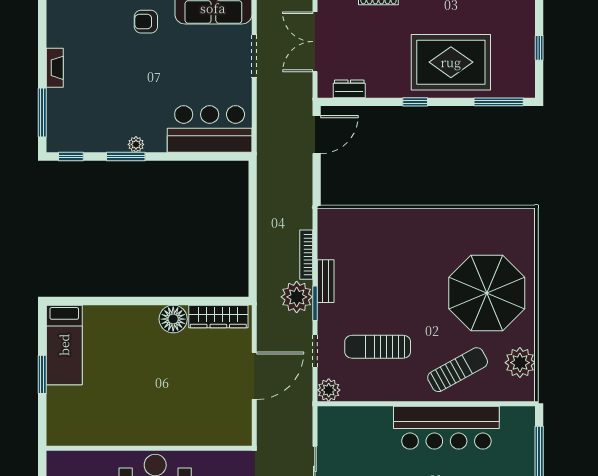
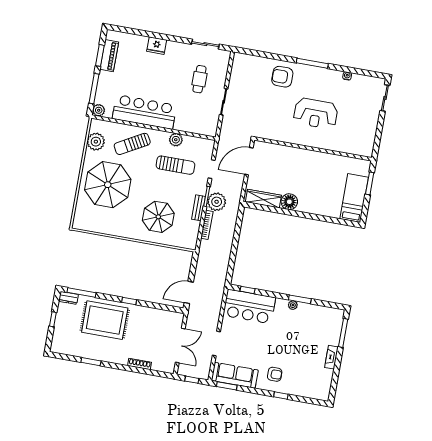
dresser: (349, 89) -> (68, 298), moved
window: (71, 157) -> (248, 290), moved
parasol: (391, 254) -> (158, 217), added
plant: (329, 390) -> (176, 140), moved
plant: (525, 417) -> (99, 110), added
wall: (149, 448) -> (313, 149), moved

